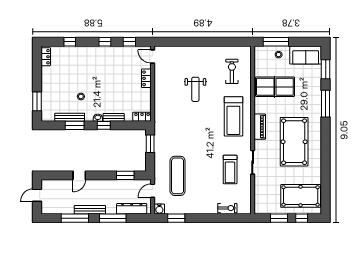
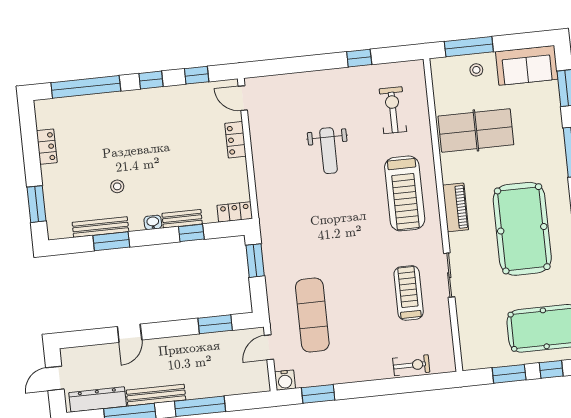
window: (70, 42) -> (86, 87), width x3.17
window: (217, 42) -> (359, 58), added
locker: (46, 57) -> (47, 147), moved
window: (104, 125) -> (191, 233), moved
treadmill: (230, 169) -> (409, 293), turned 180
dresser: (132, 209) -> (98, 399), moved

